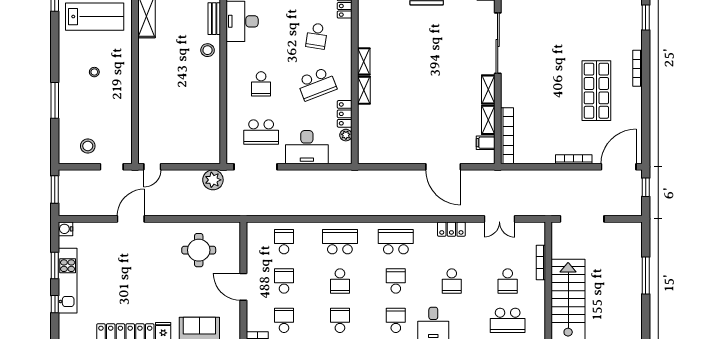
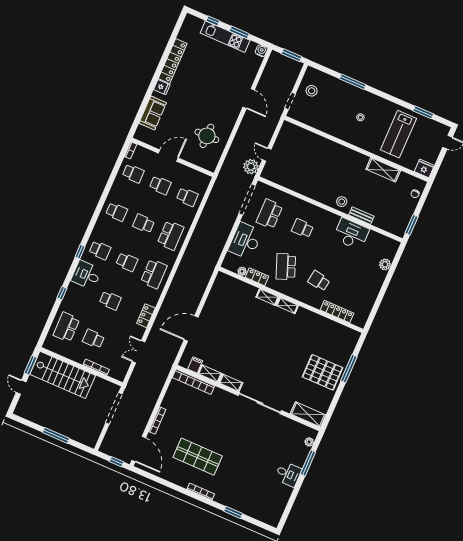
door: (152, 167) -> (267, 155), moved
school desk: (452, 281) -> (110, 300), turned 180

